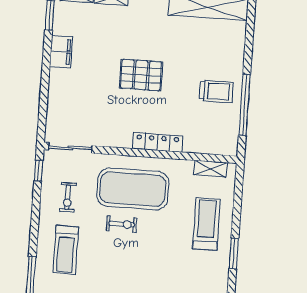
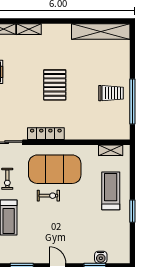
pallet: (141, 75) -> (55, 85), turned 90
locker: (158, 142) -> (46, 134), moved

